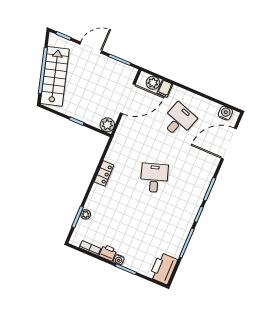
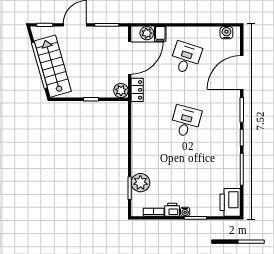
door: (229, 144) -> (242, 72), moved
locker: (104, 173) -> (137, 90), moved
desk: (154, 178) -> (186, 121), turned 33
plant: (86, 214) -> (140, 183), width x1.88, depth x1.88

